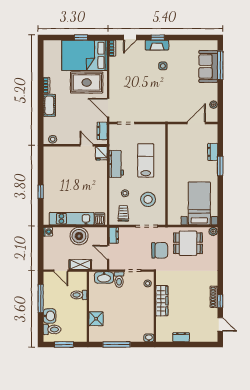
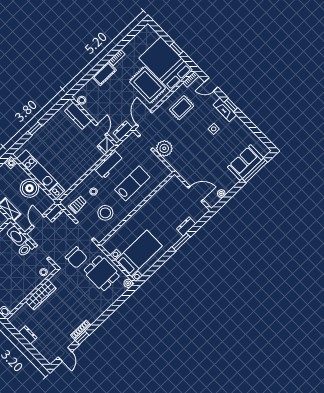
rug: (126, 74) -> (182, 108), added
plant: (143, 114) -> (164, 148), added
kitchen counter: (61, 153) -> (78, 116), added

